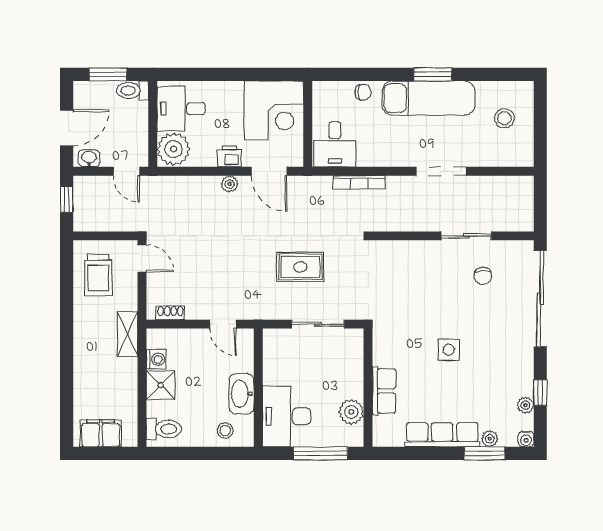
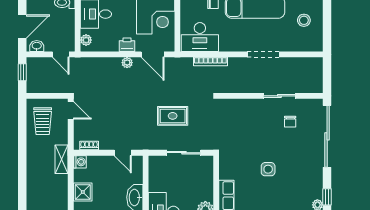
desk: (335, 144) -> (200, 37), width x1.37
plant: (173, 149) -> (86, 40), width x0.53, depth x0.53
washing machine: (156, 359) -> (80, 162), moved

